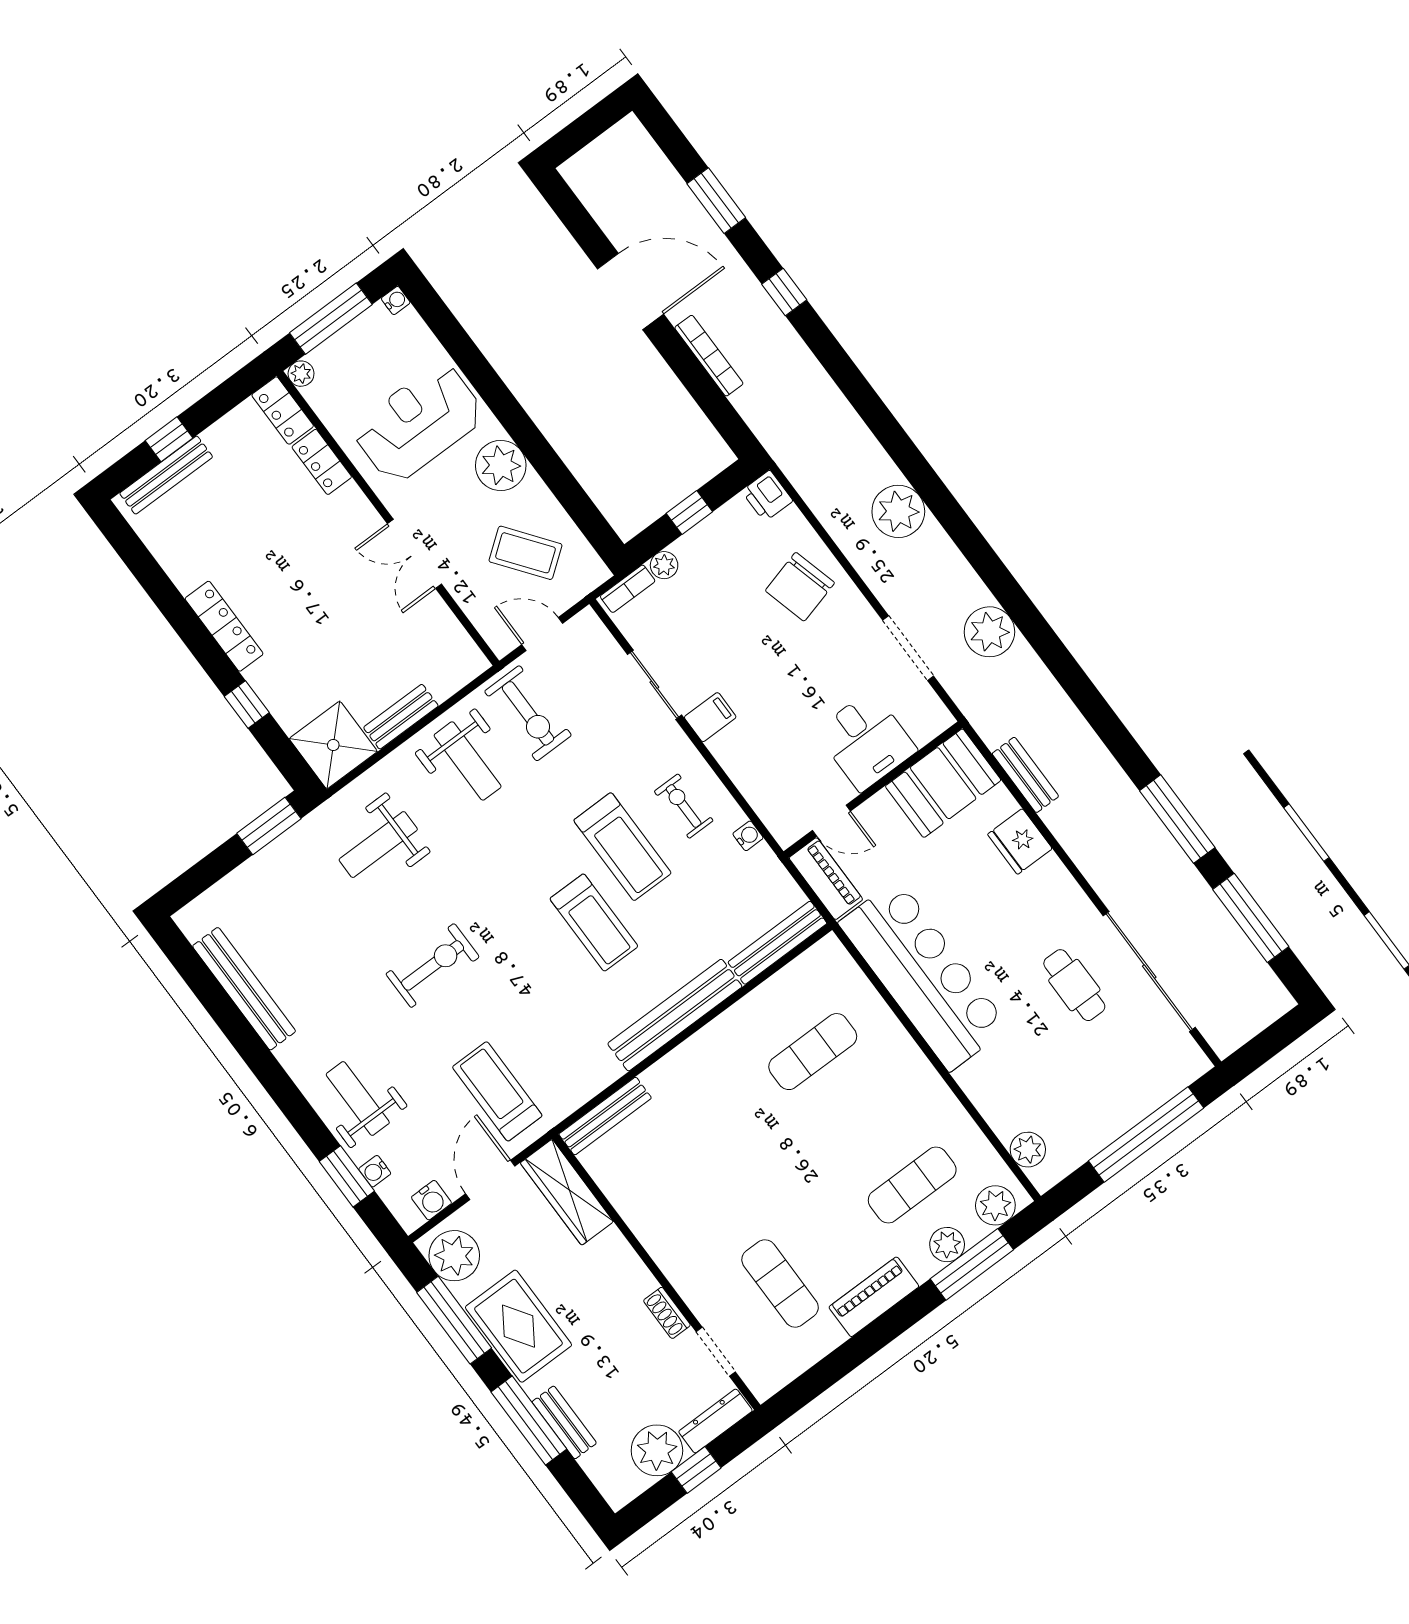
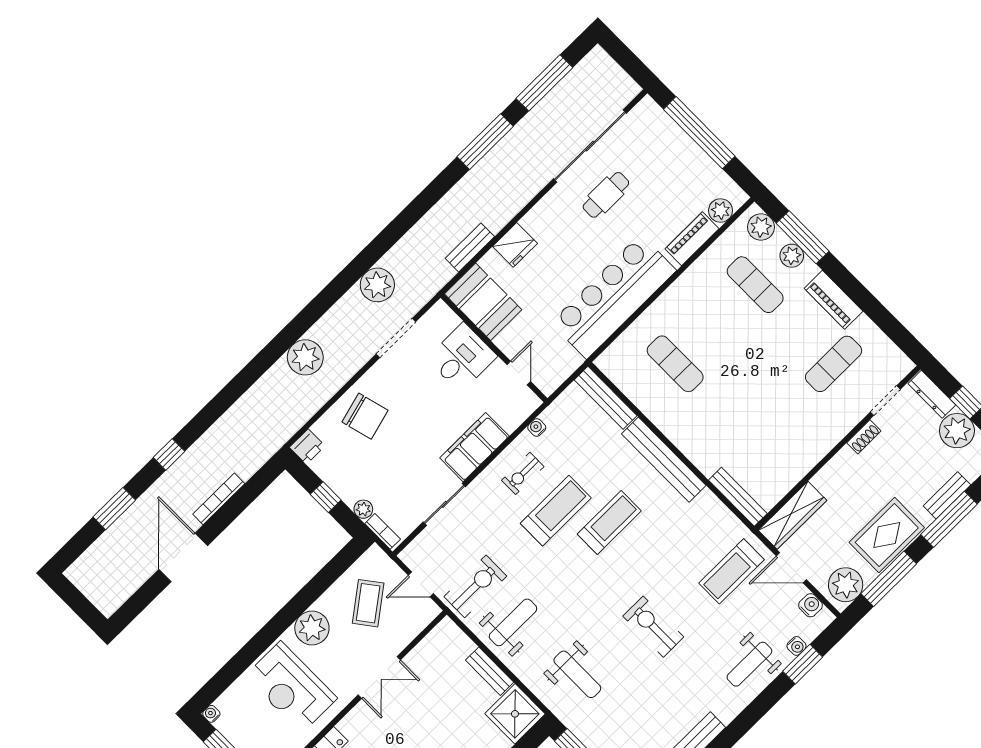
door: (542, 634) -> (421, 584), hinge flipped
filing cabinet: (710, 717) -> (474, 447), width x3.00, depth x1.17
piano: (826, 879) -> (692, 239), moved

